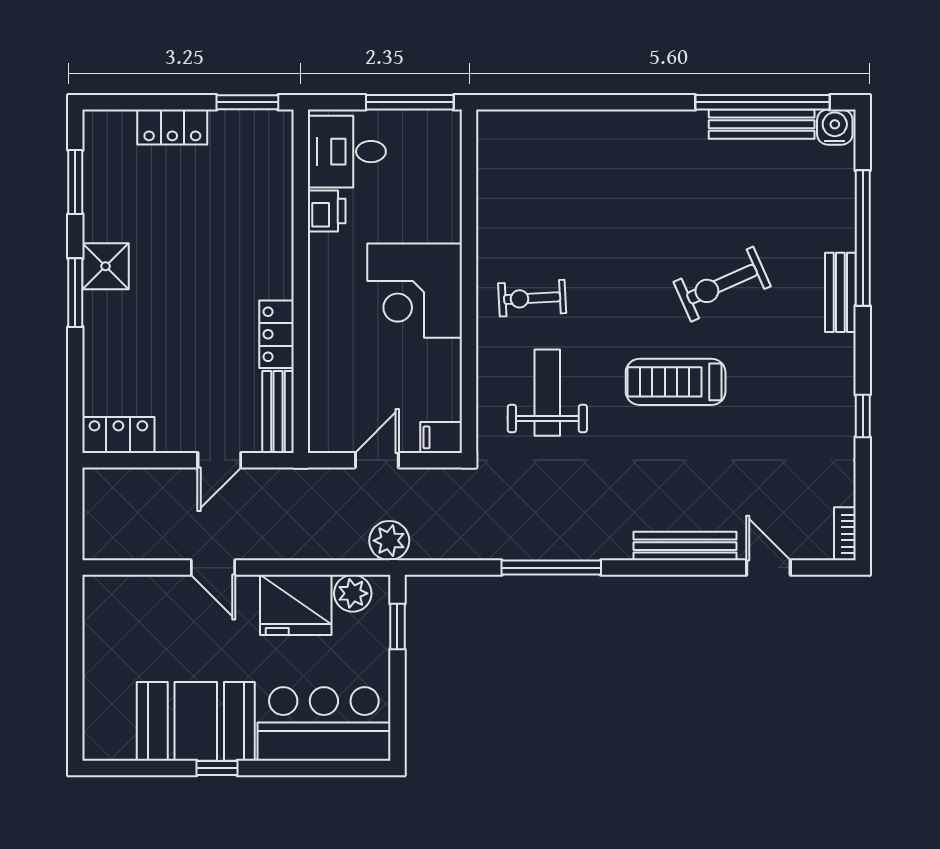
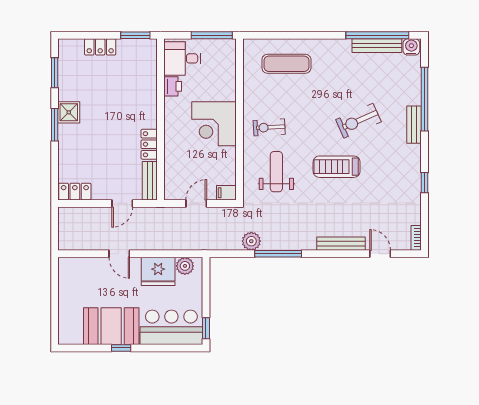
exercise mat: (569, 163) -> (286, 64), added
plant: (389, 541) -> (251, 241), moved
window: (397, 626) -> (206, 328), moved

